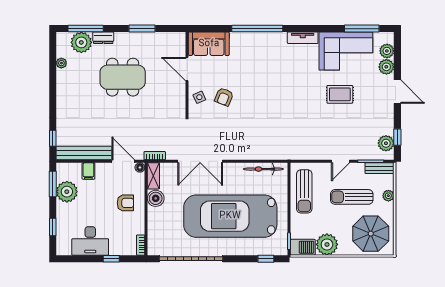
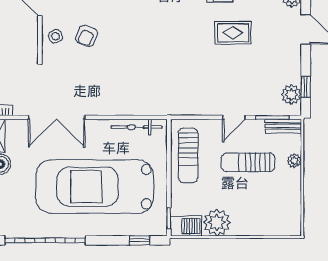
parasol: (371, 234) -> (272, 209), removed

